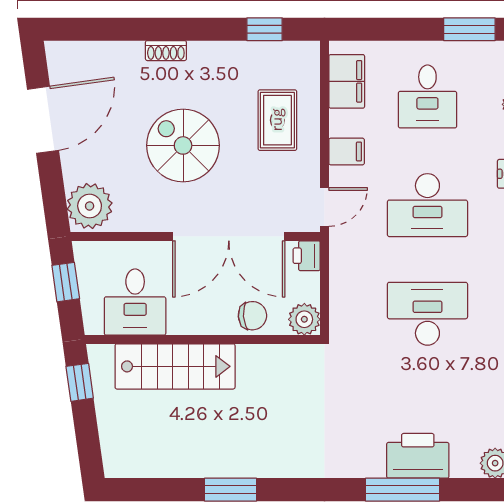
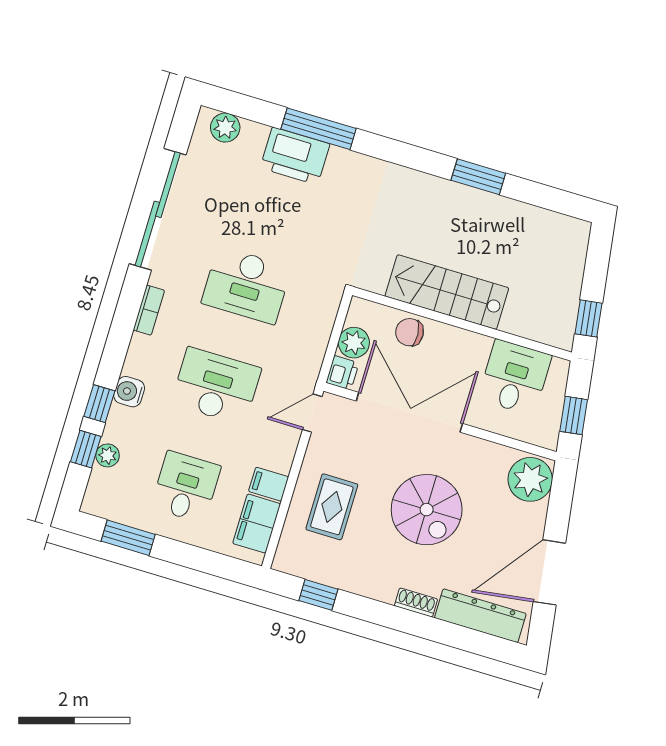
dresser: (98, 57) -> (480, 616), added
filing cabinet: (347, 152) -> (269, 484), moved
plant: (304, 319) -> (354, 343), moved
stairs: (175, 366) -> (447, 292), moved

